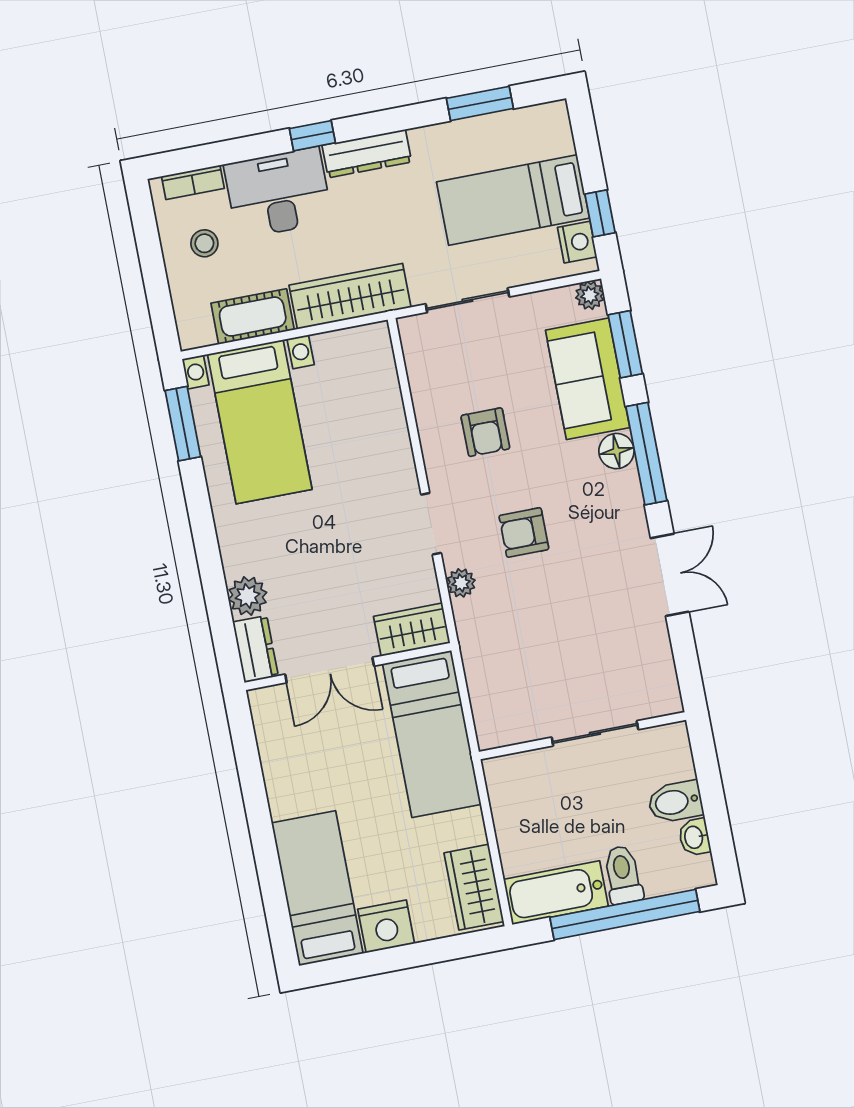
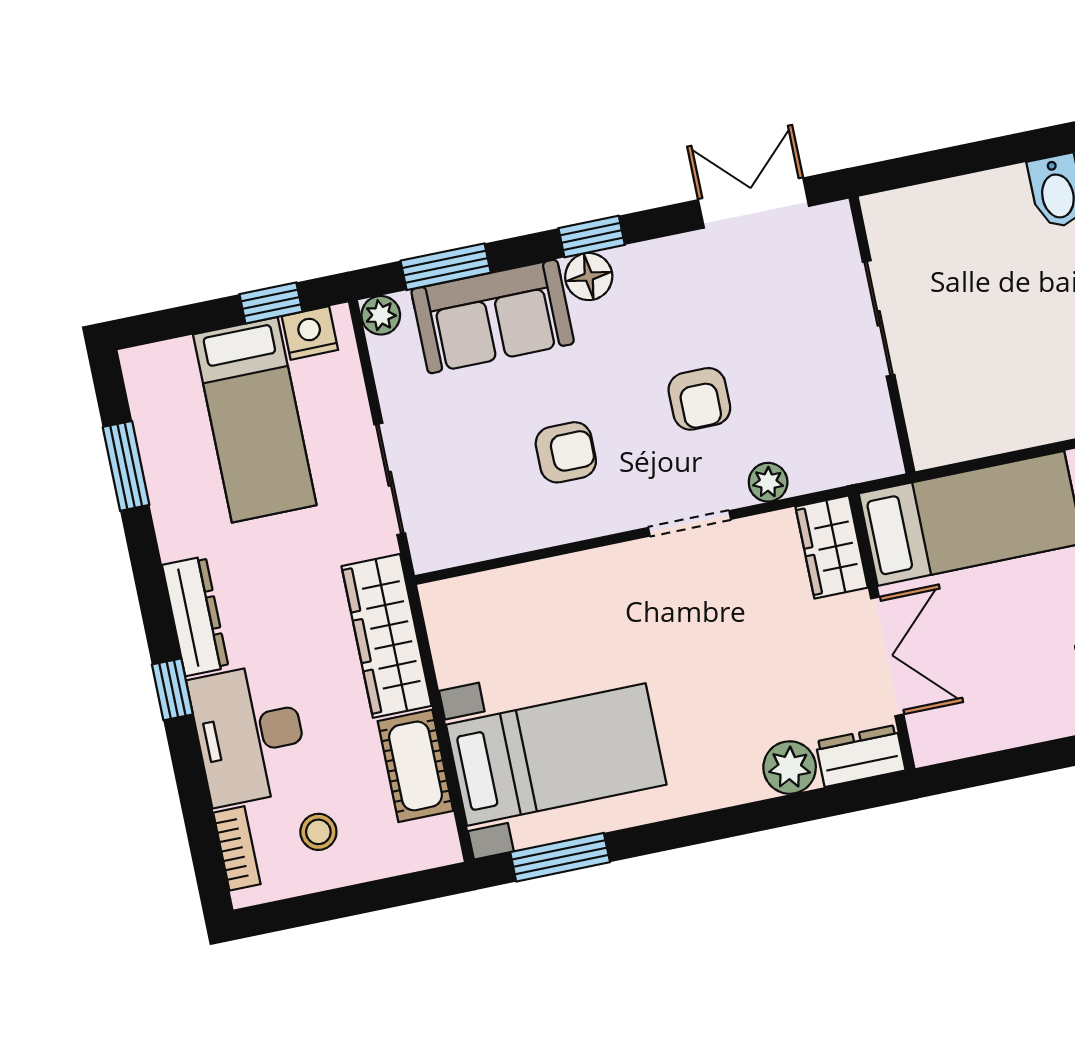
window: (646, 454) -> (592, 236), width x0.46
sliding door: (595, 733) -> (879, 318), moved
wall: (582, 736) -> (882, 335), moved

